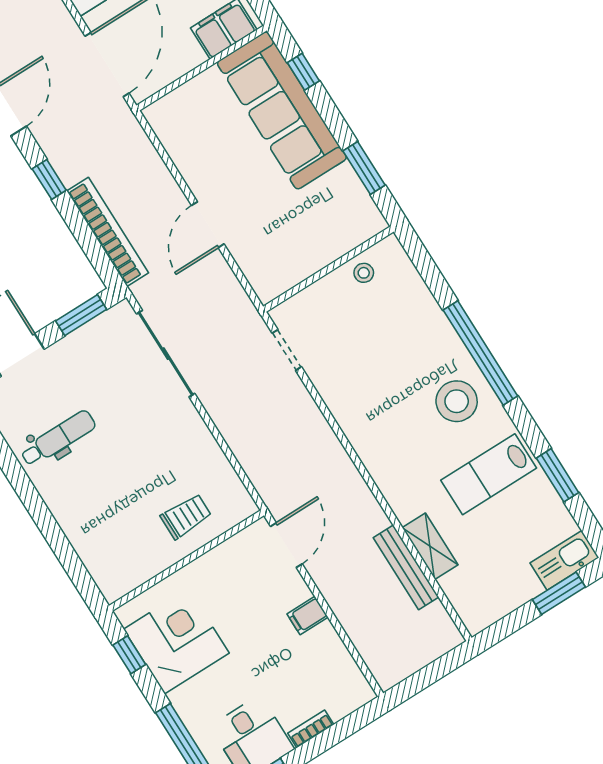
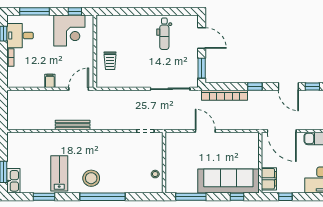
window: (364, 168) -> (191, 197), width x1.44
door: (286, 545) -> (79, 89), swing flipped
shelving: (430, 546) -> (47, 138), removed
bench: (406, 567) -> (73, 125), moved

